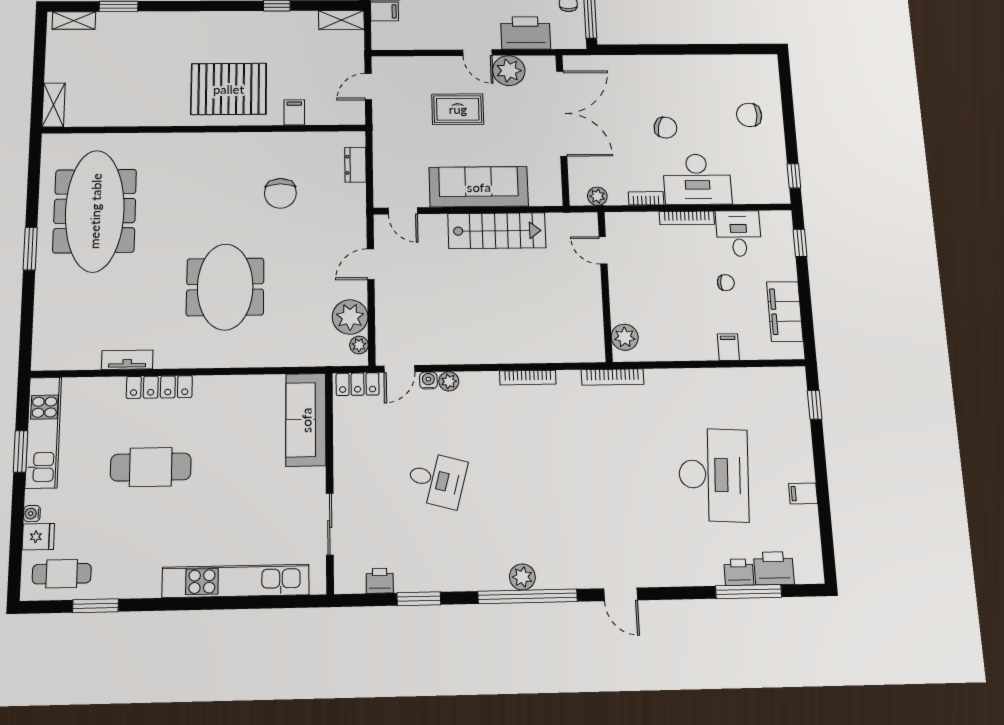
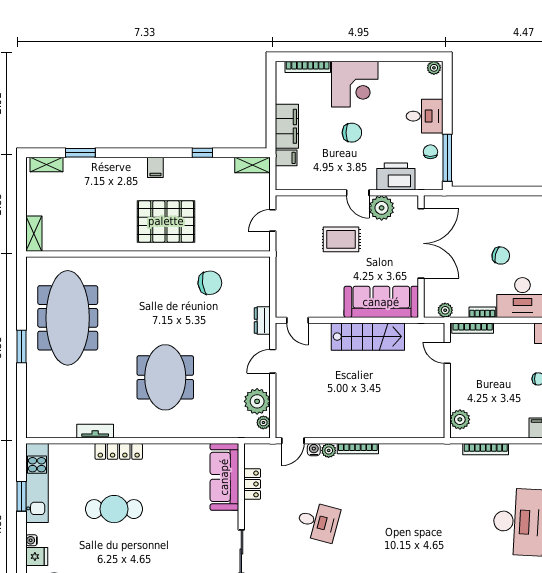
filing cabinet: (294, 112) -> (155, 167), moved, turned 180
dresser: (355, 165) -> (262, 321), moved
sofa: (479, 187) -> (381, 302), moved
chair: (280, 193) -> (210, 283), moved, turned -97
bookcase: (687, 218) -> (473, 328), moved
bookcase: (613, 377) -> (486, 449), moved
bookcase: (528, 378) -> (358, 449), moved
locker: (358, 384) -> (252, 484), moved, turned -90

